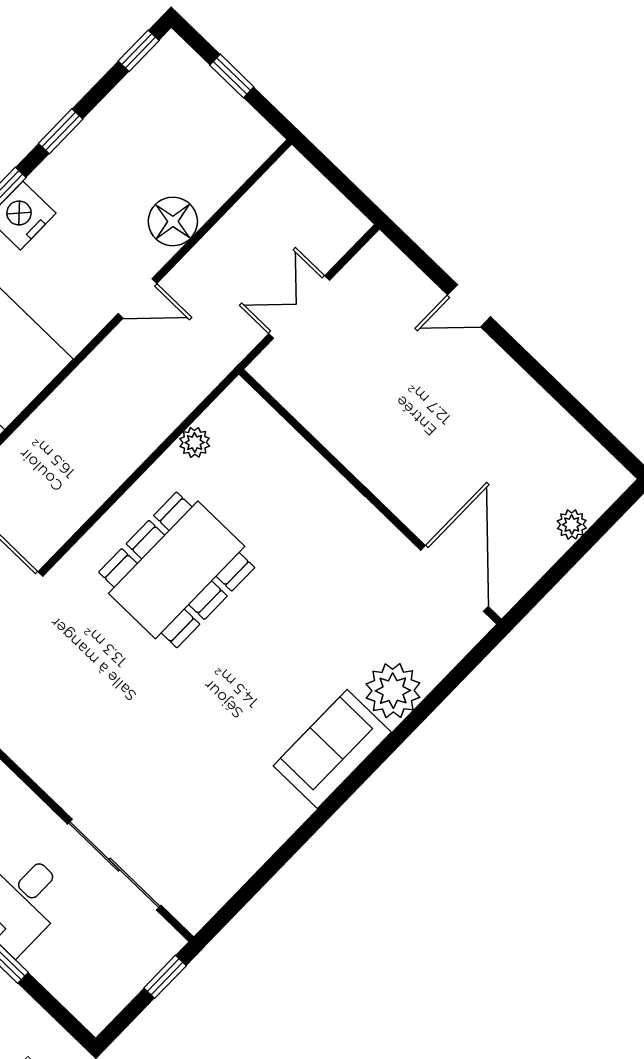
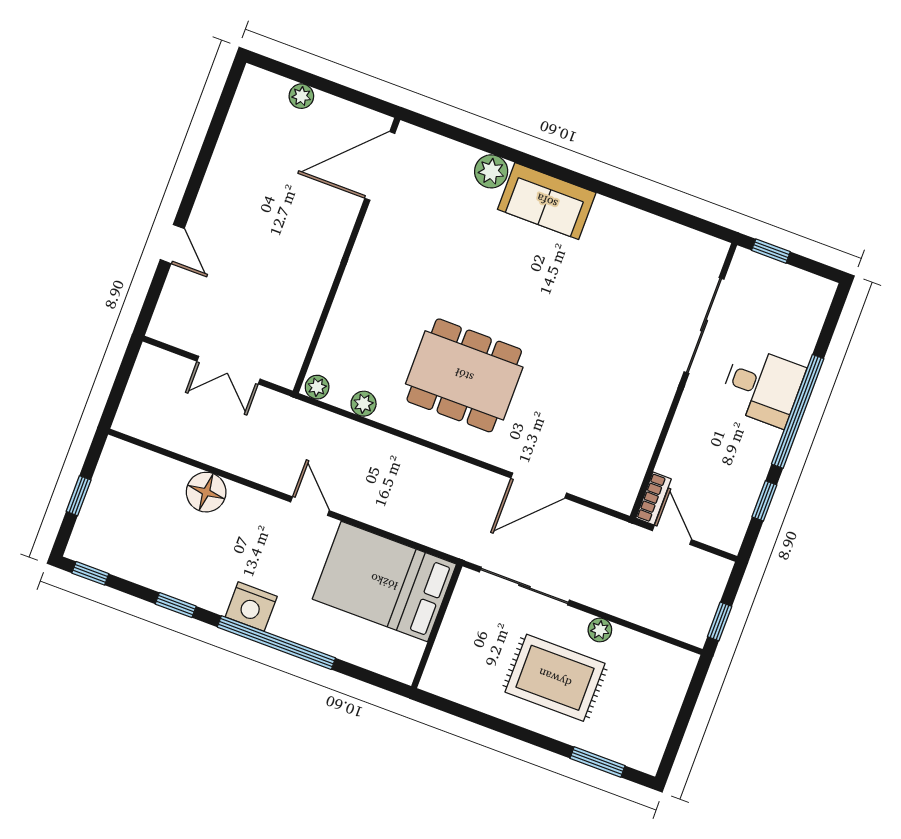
door: (137, 298) -> (310, 506), moved
plant: (236, 398) -> (317, 387), added
plant: (393, 691) -> (491, 171), width x0.73, depth x0.73

